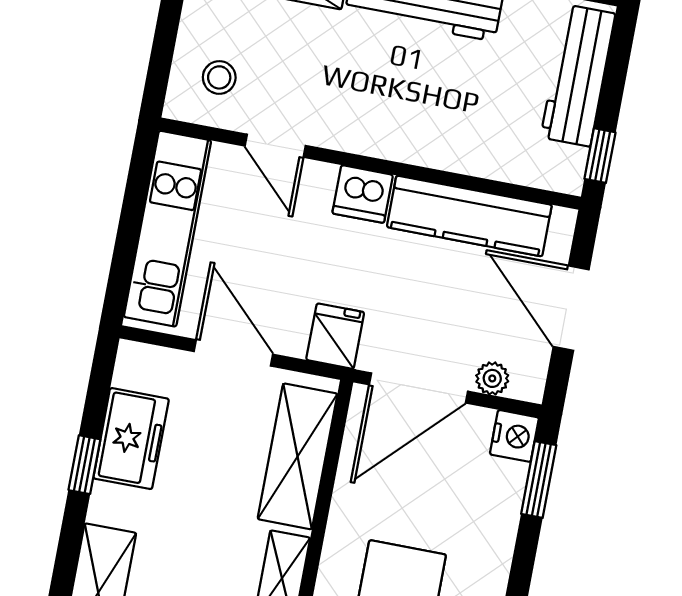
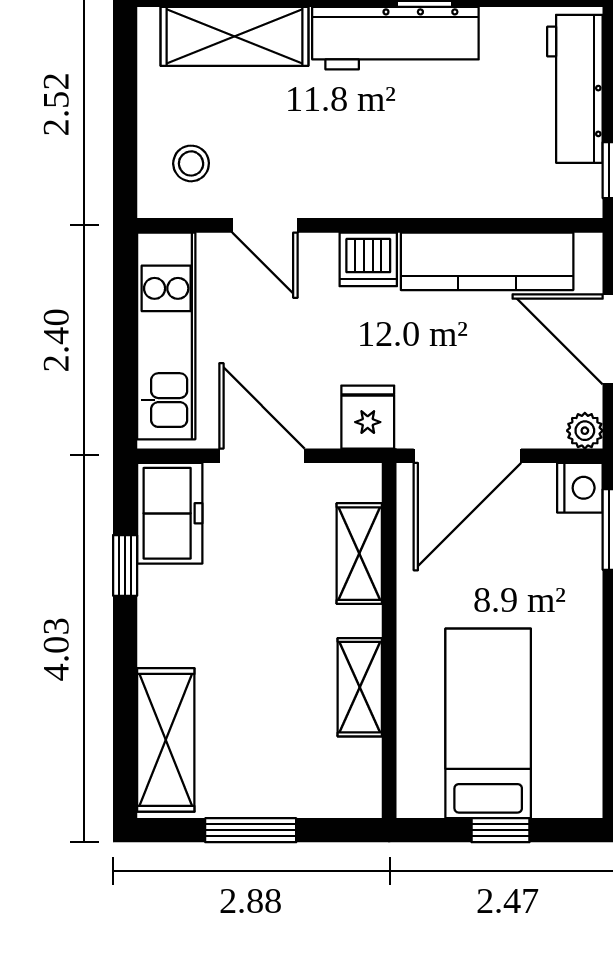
plant: (492, 378) -> (585, 431), moved
freezer: (131, 439) -> (170, 513), moved
shelving: (298, 456) -> (359, 554), width x0.67, depth x0.75
window: (84, 465) -> (125, 565), moved

